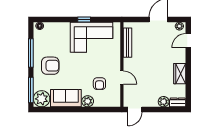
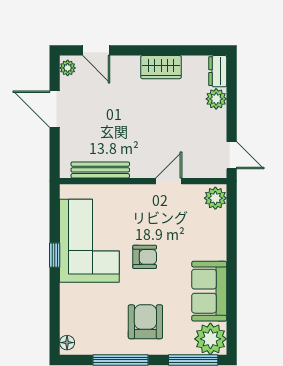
armchair: (99, 84) -> (145, 257), moved
plant: (88, 101) -> (215, 198), moved

